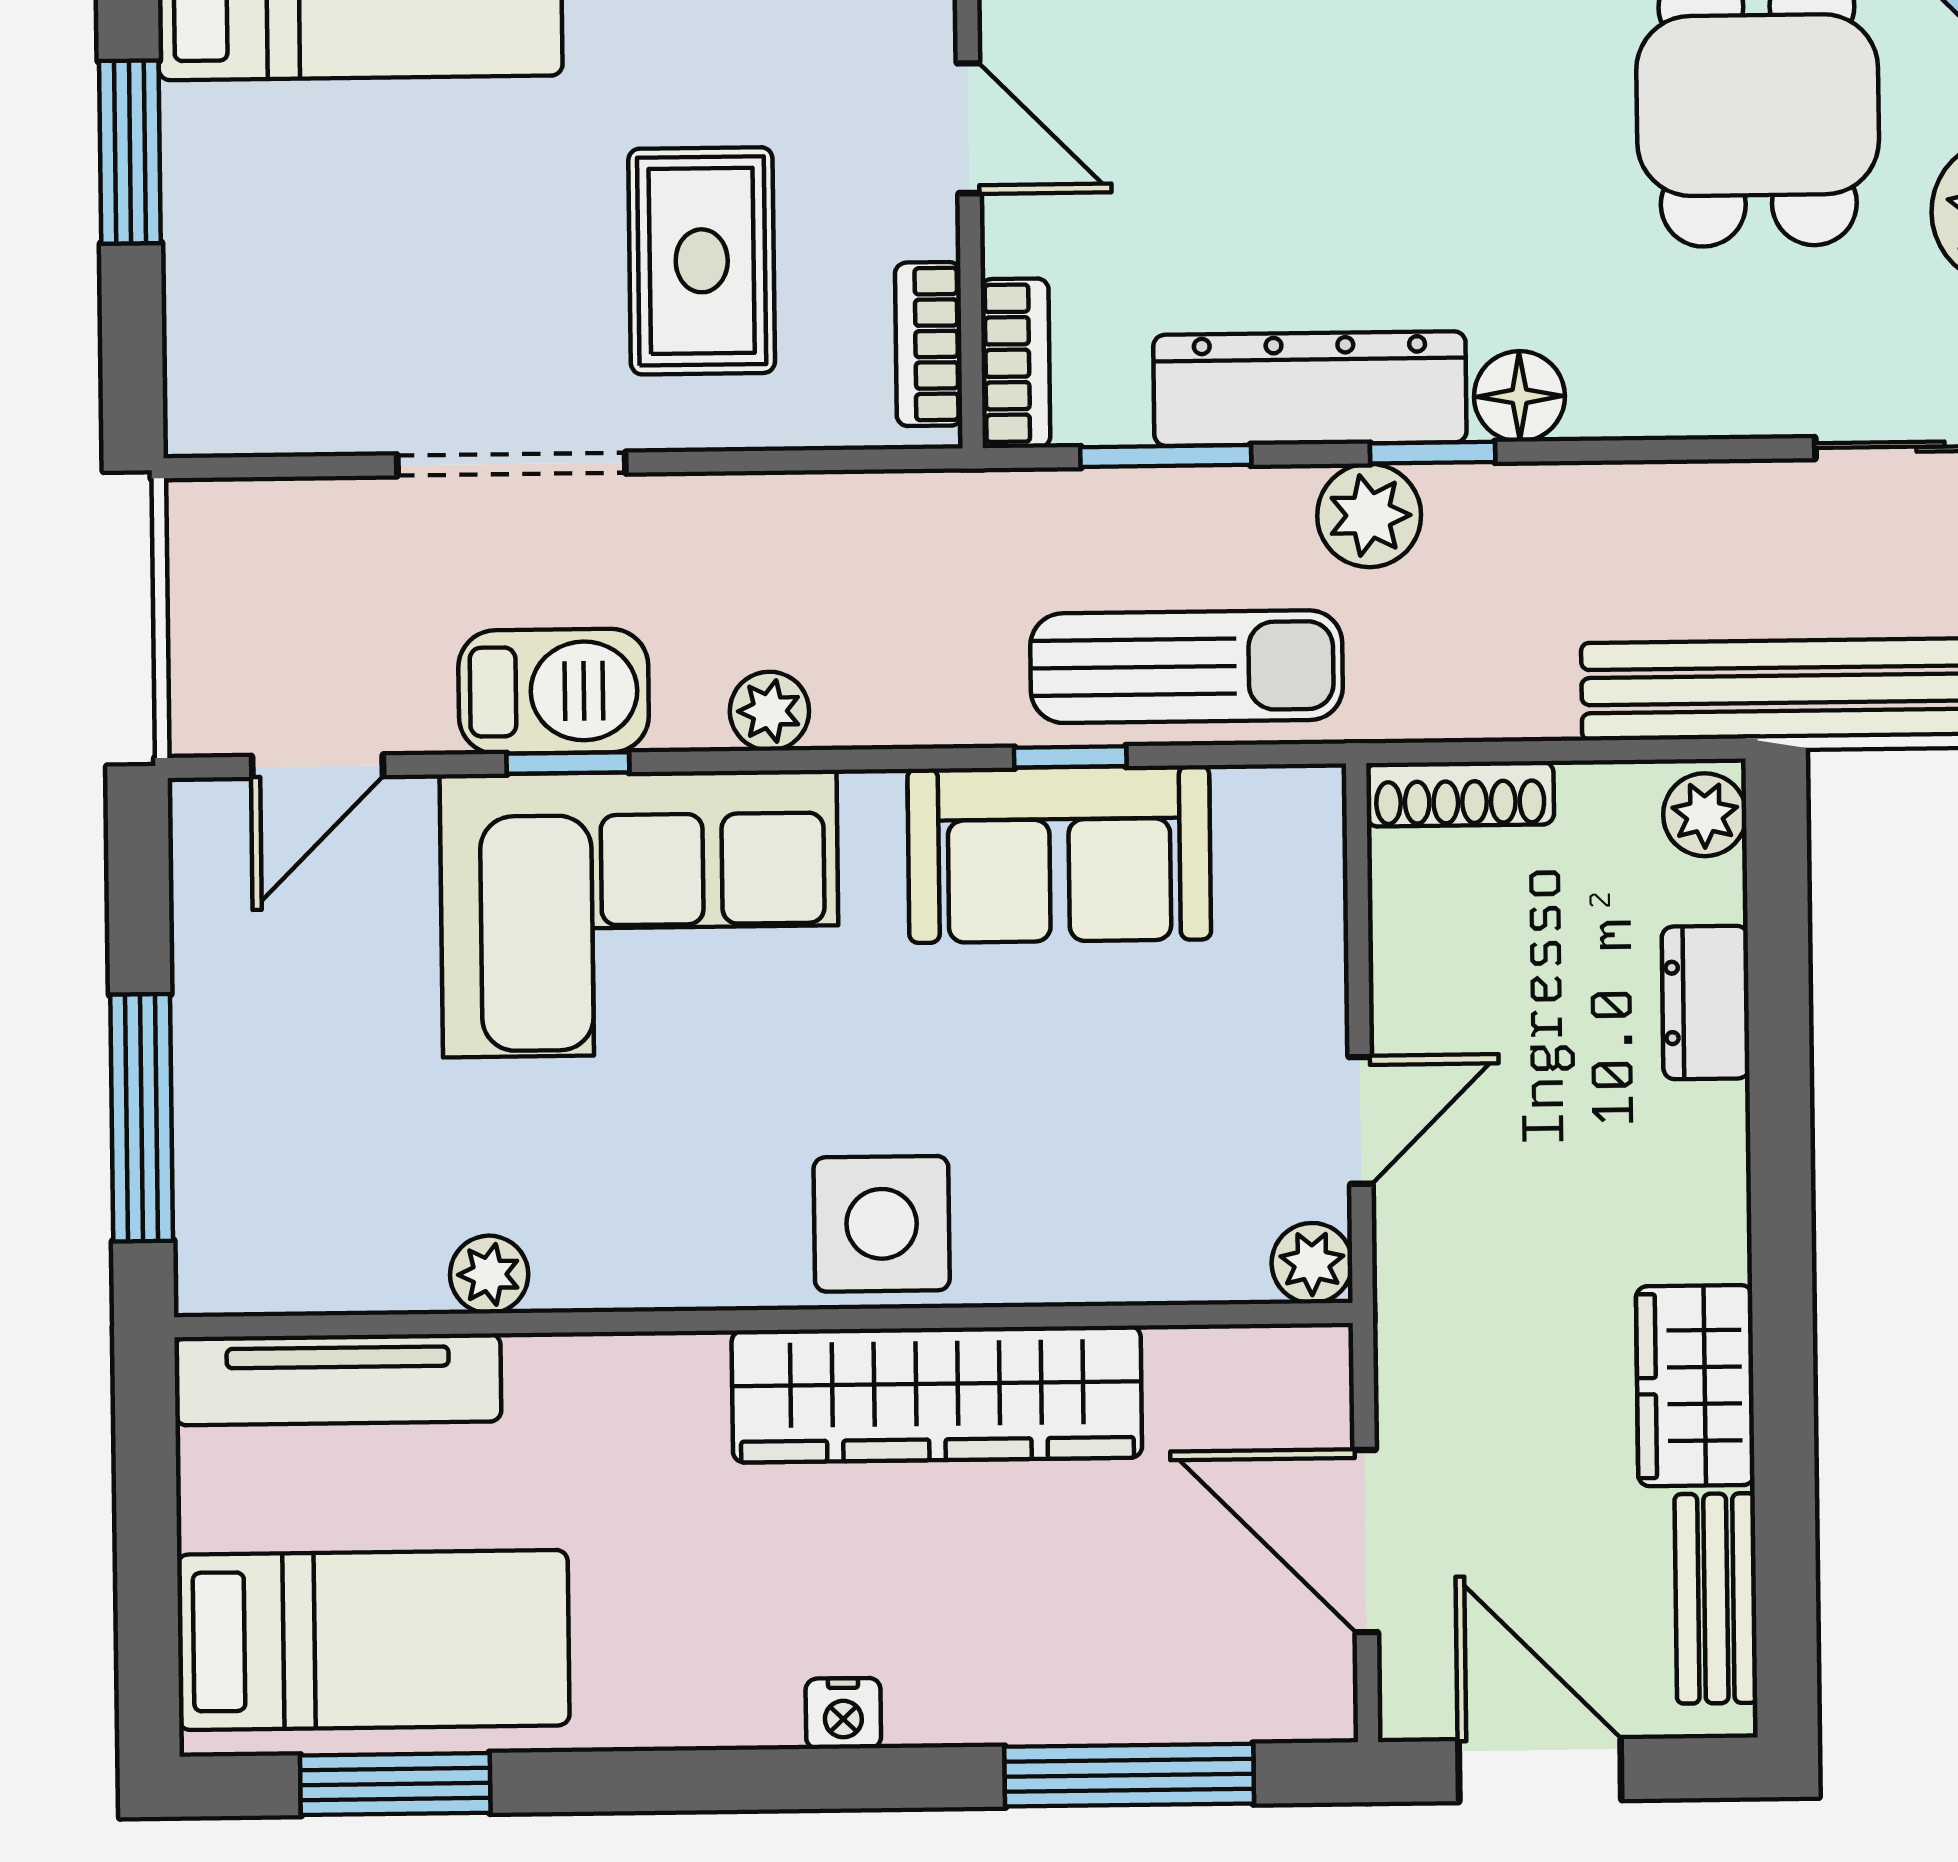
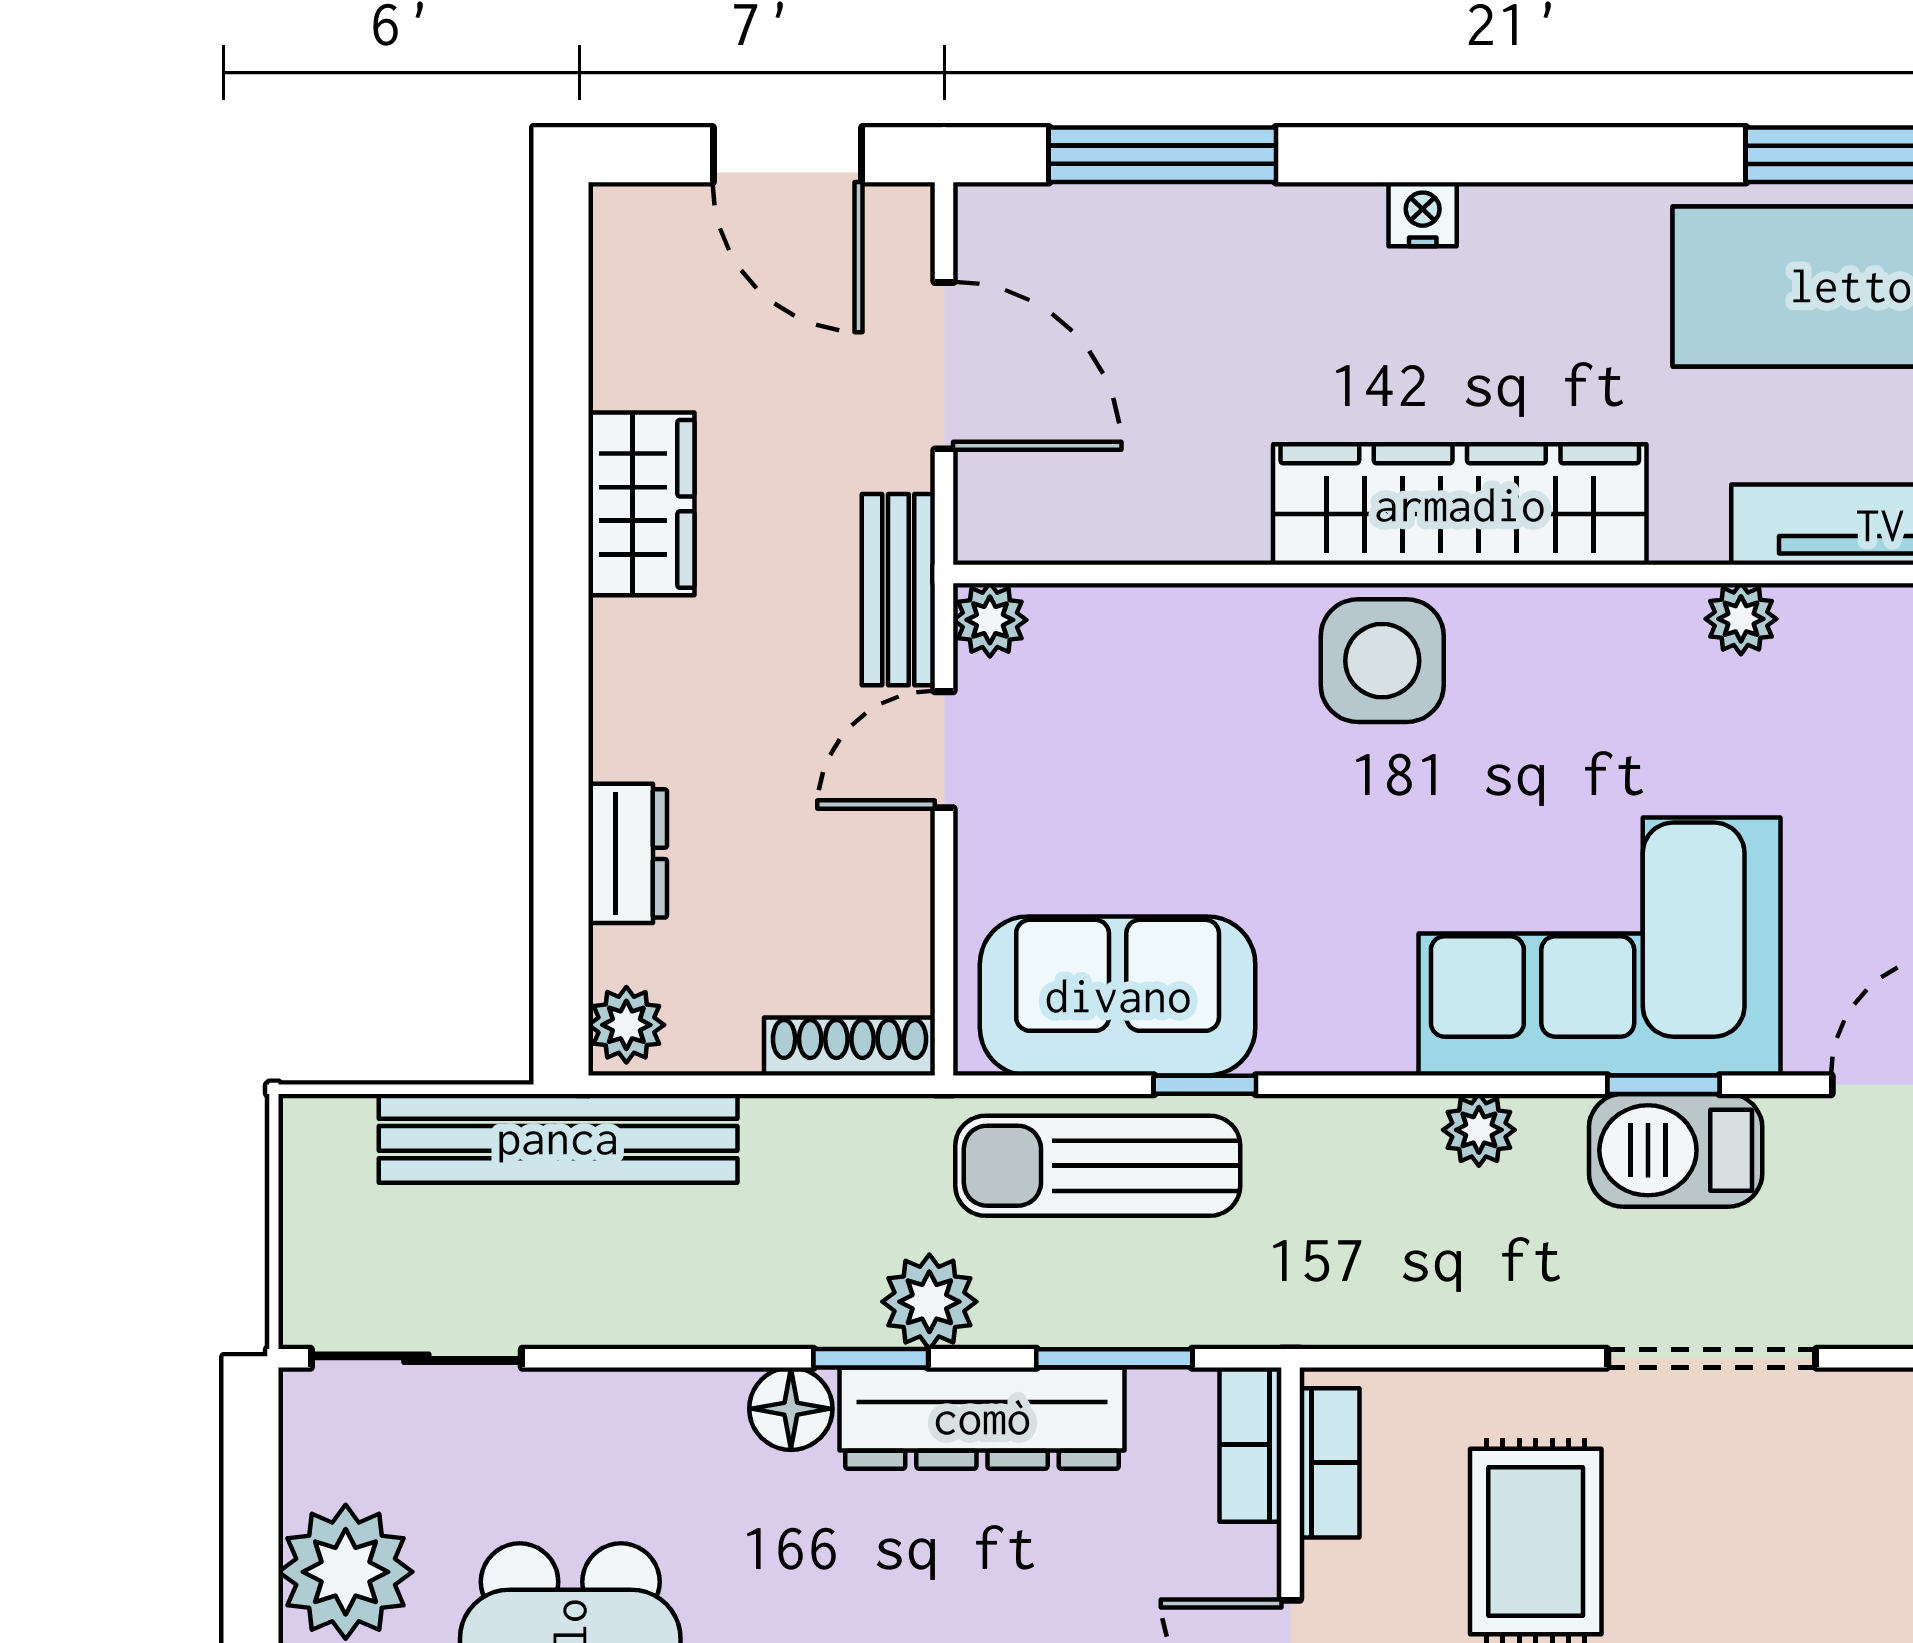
sofa: (1059, 854) -> (1118, 996), moved
wardrobe: (937, 1394) -> (1460, 505), moved
bench: (1716, 1598) -> (898, 590), moved

